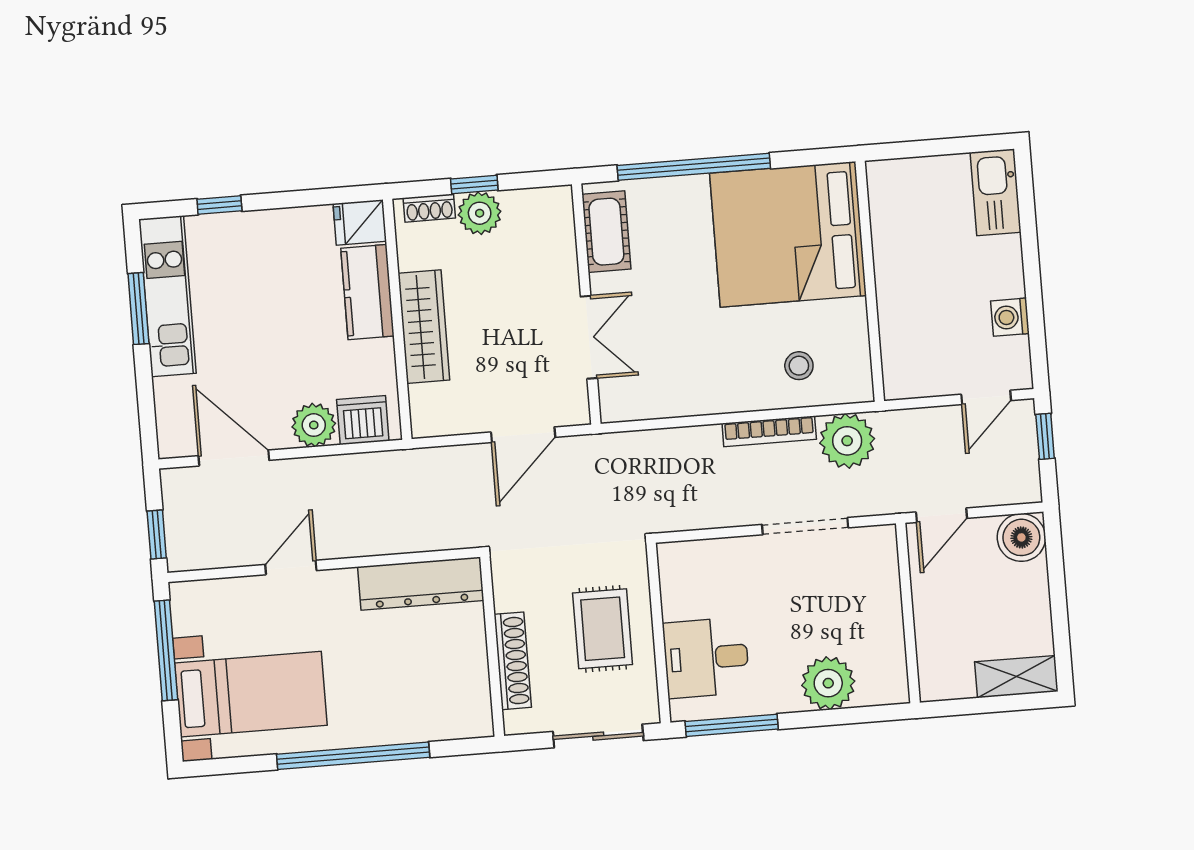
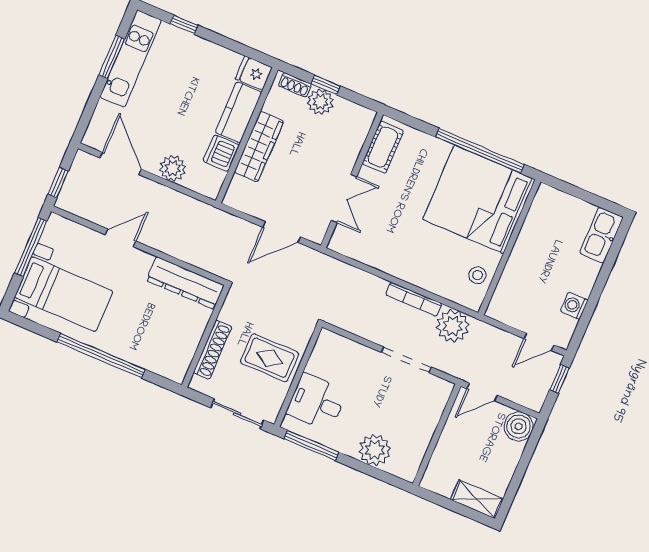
window: (694, 167) -> (480, 151), moved
stool: (799, 366) -> (477, 275), moved
dishwasher: (363, 420) -> (221, 153), moved, turned -90
rug: (603, 629) -> (270, 358), turned 90

